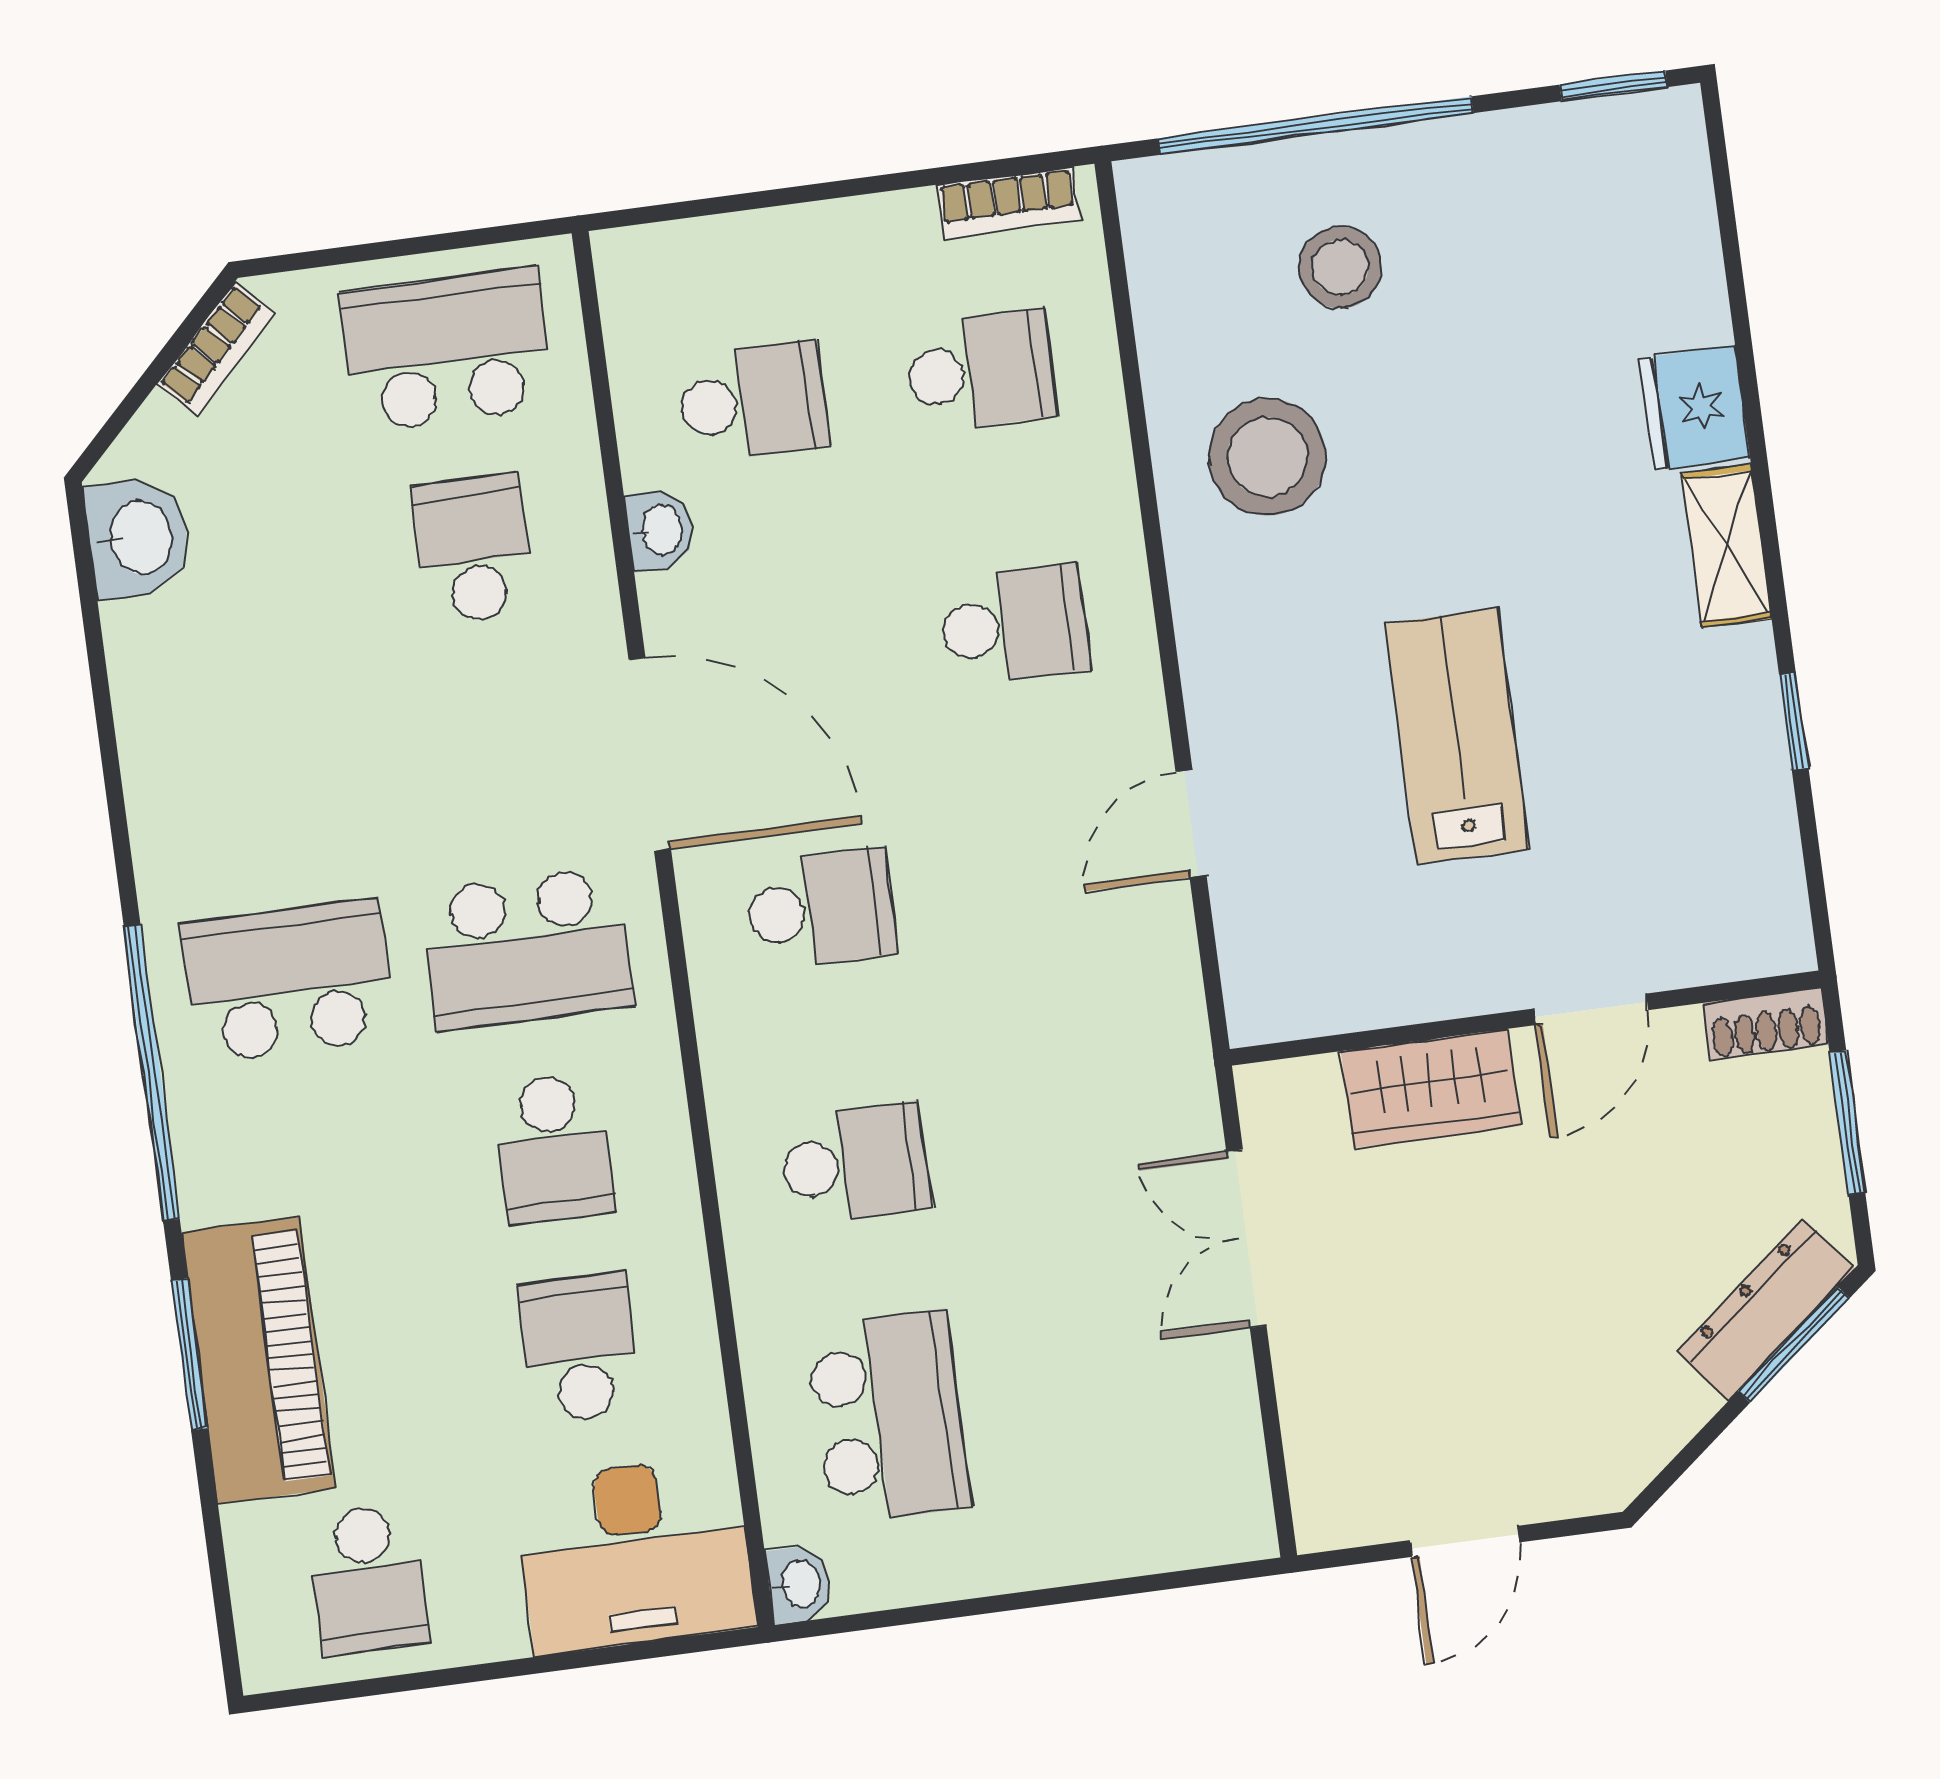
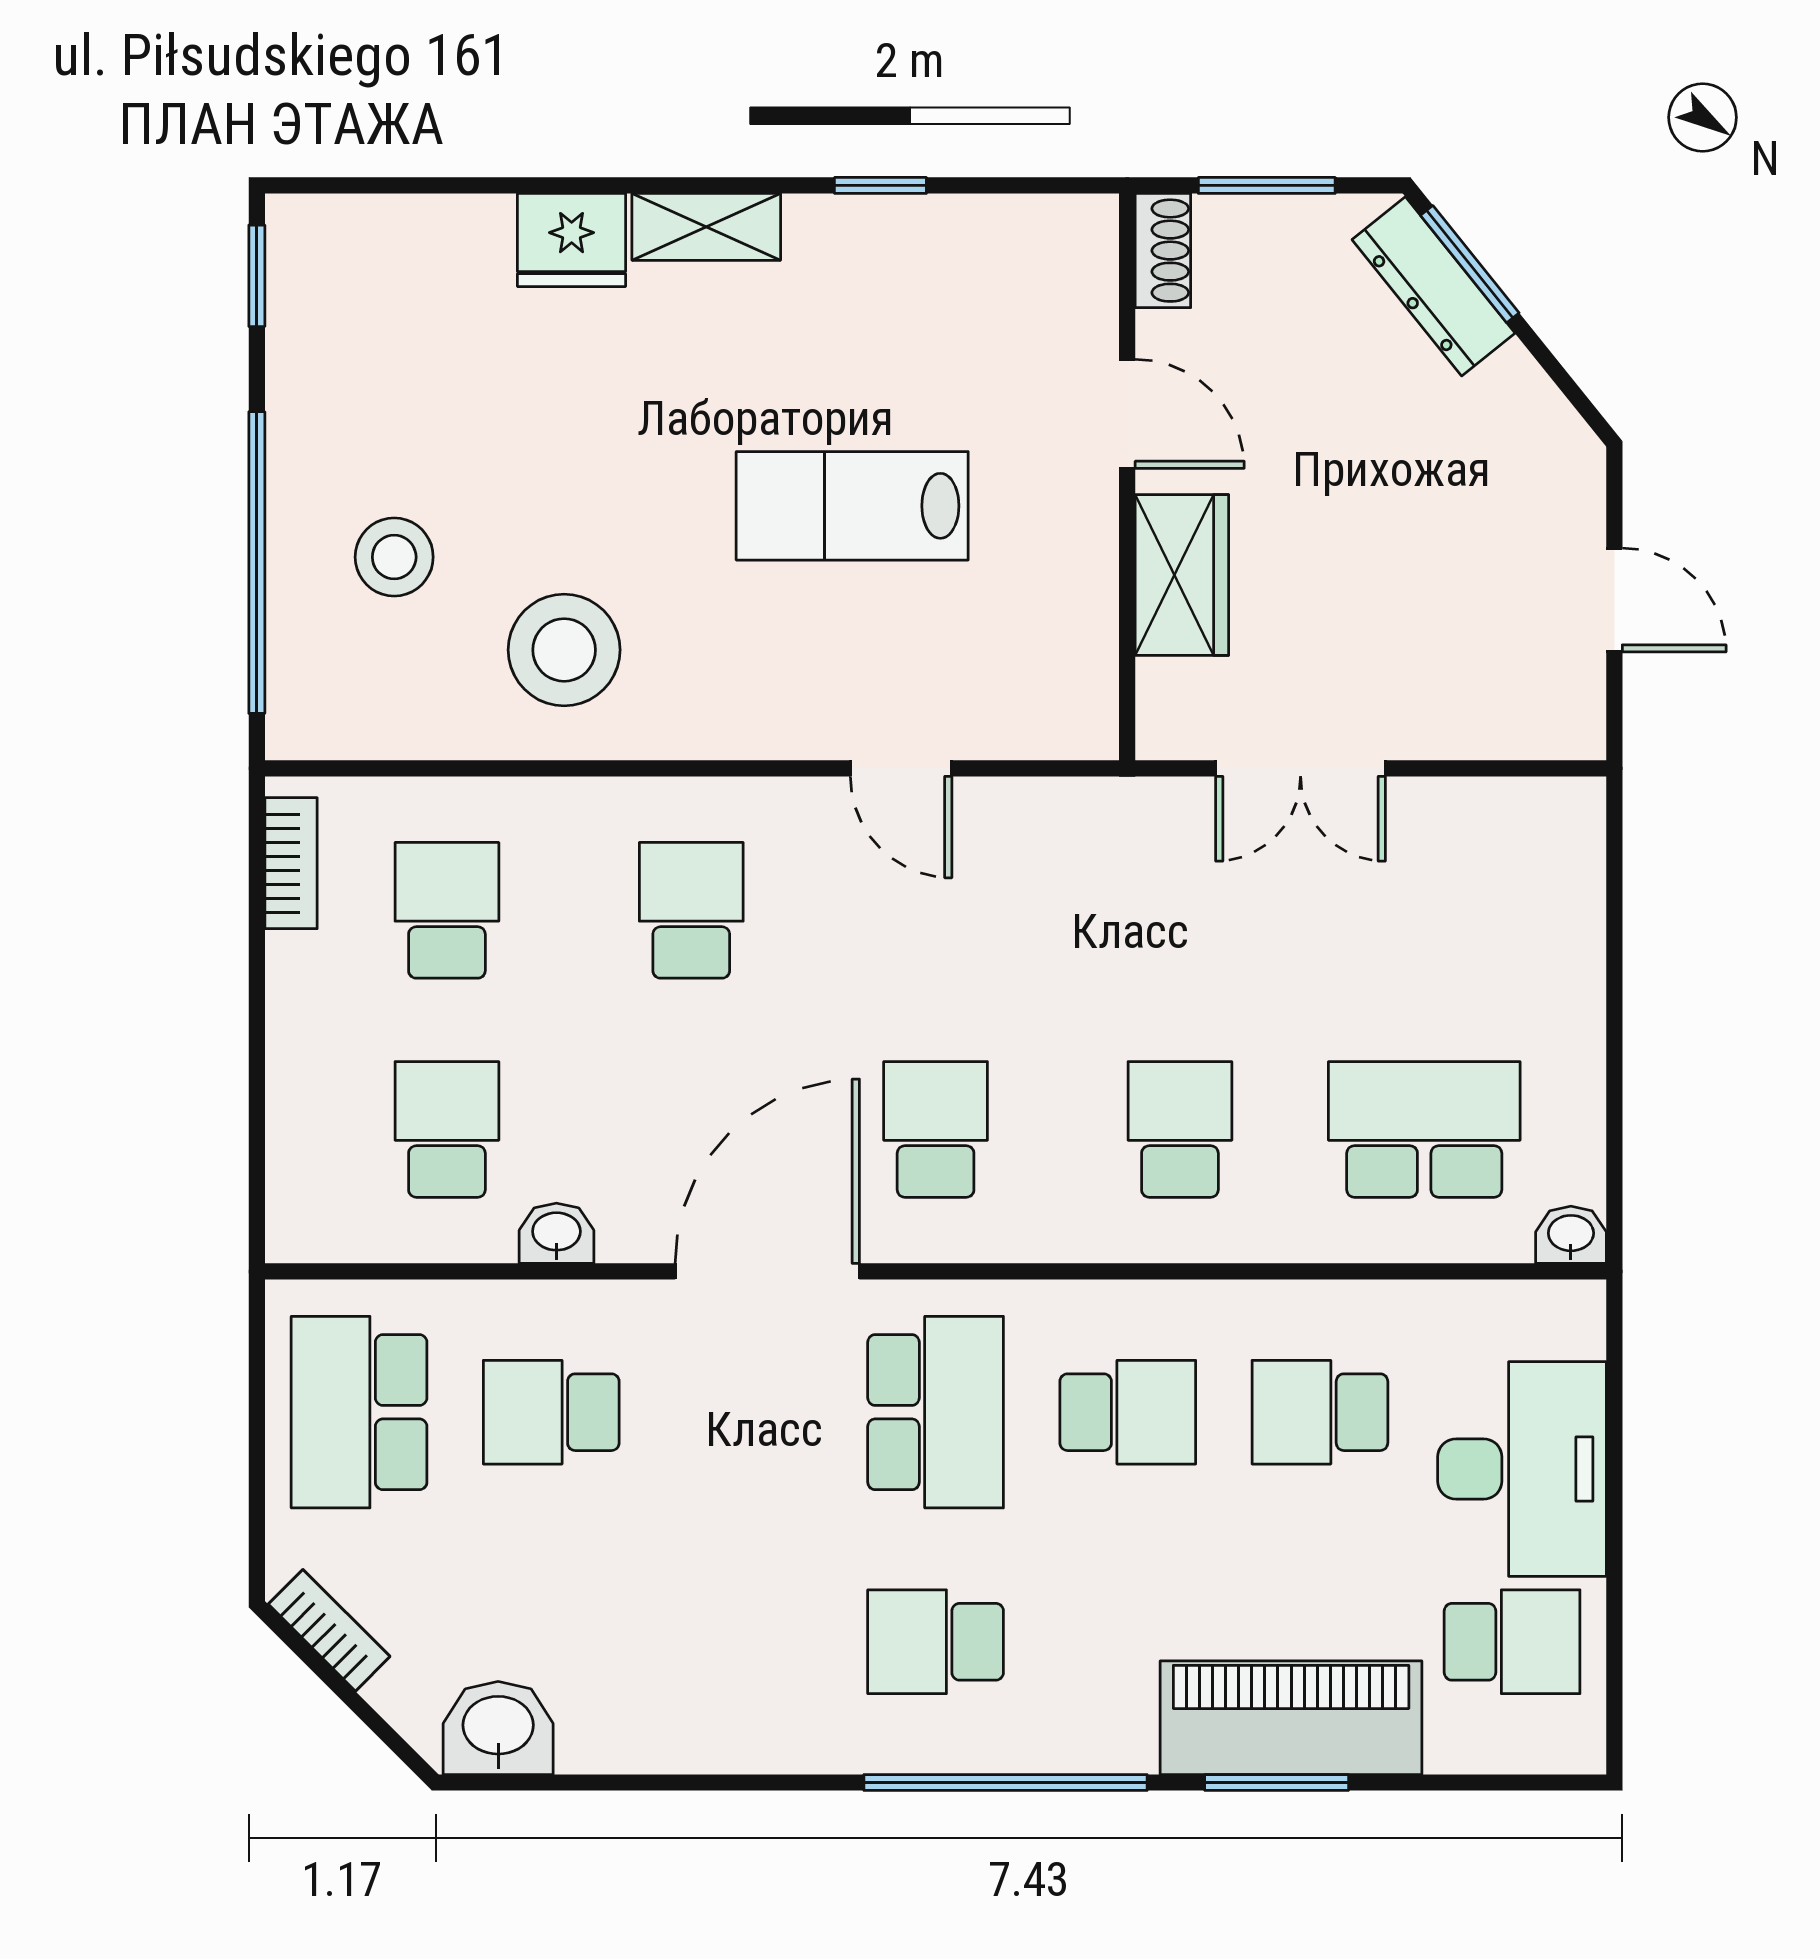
school desk: (288, 980) -> (936, 1642), width x0.54
desk: (635, 1554) -> (1522, 1469), moved

